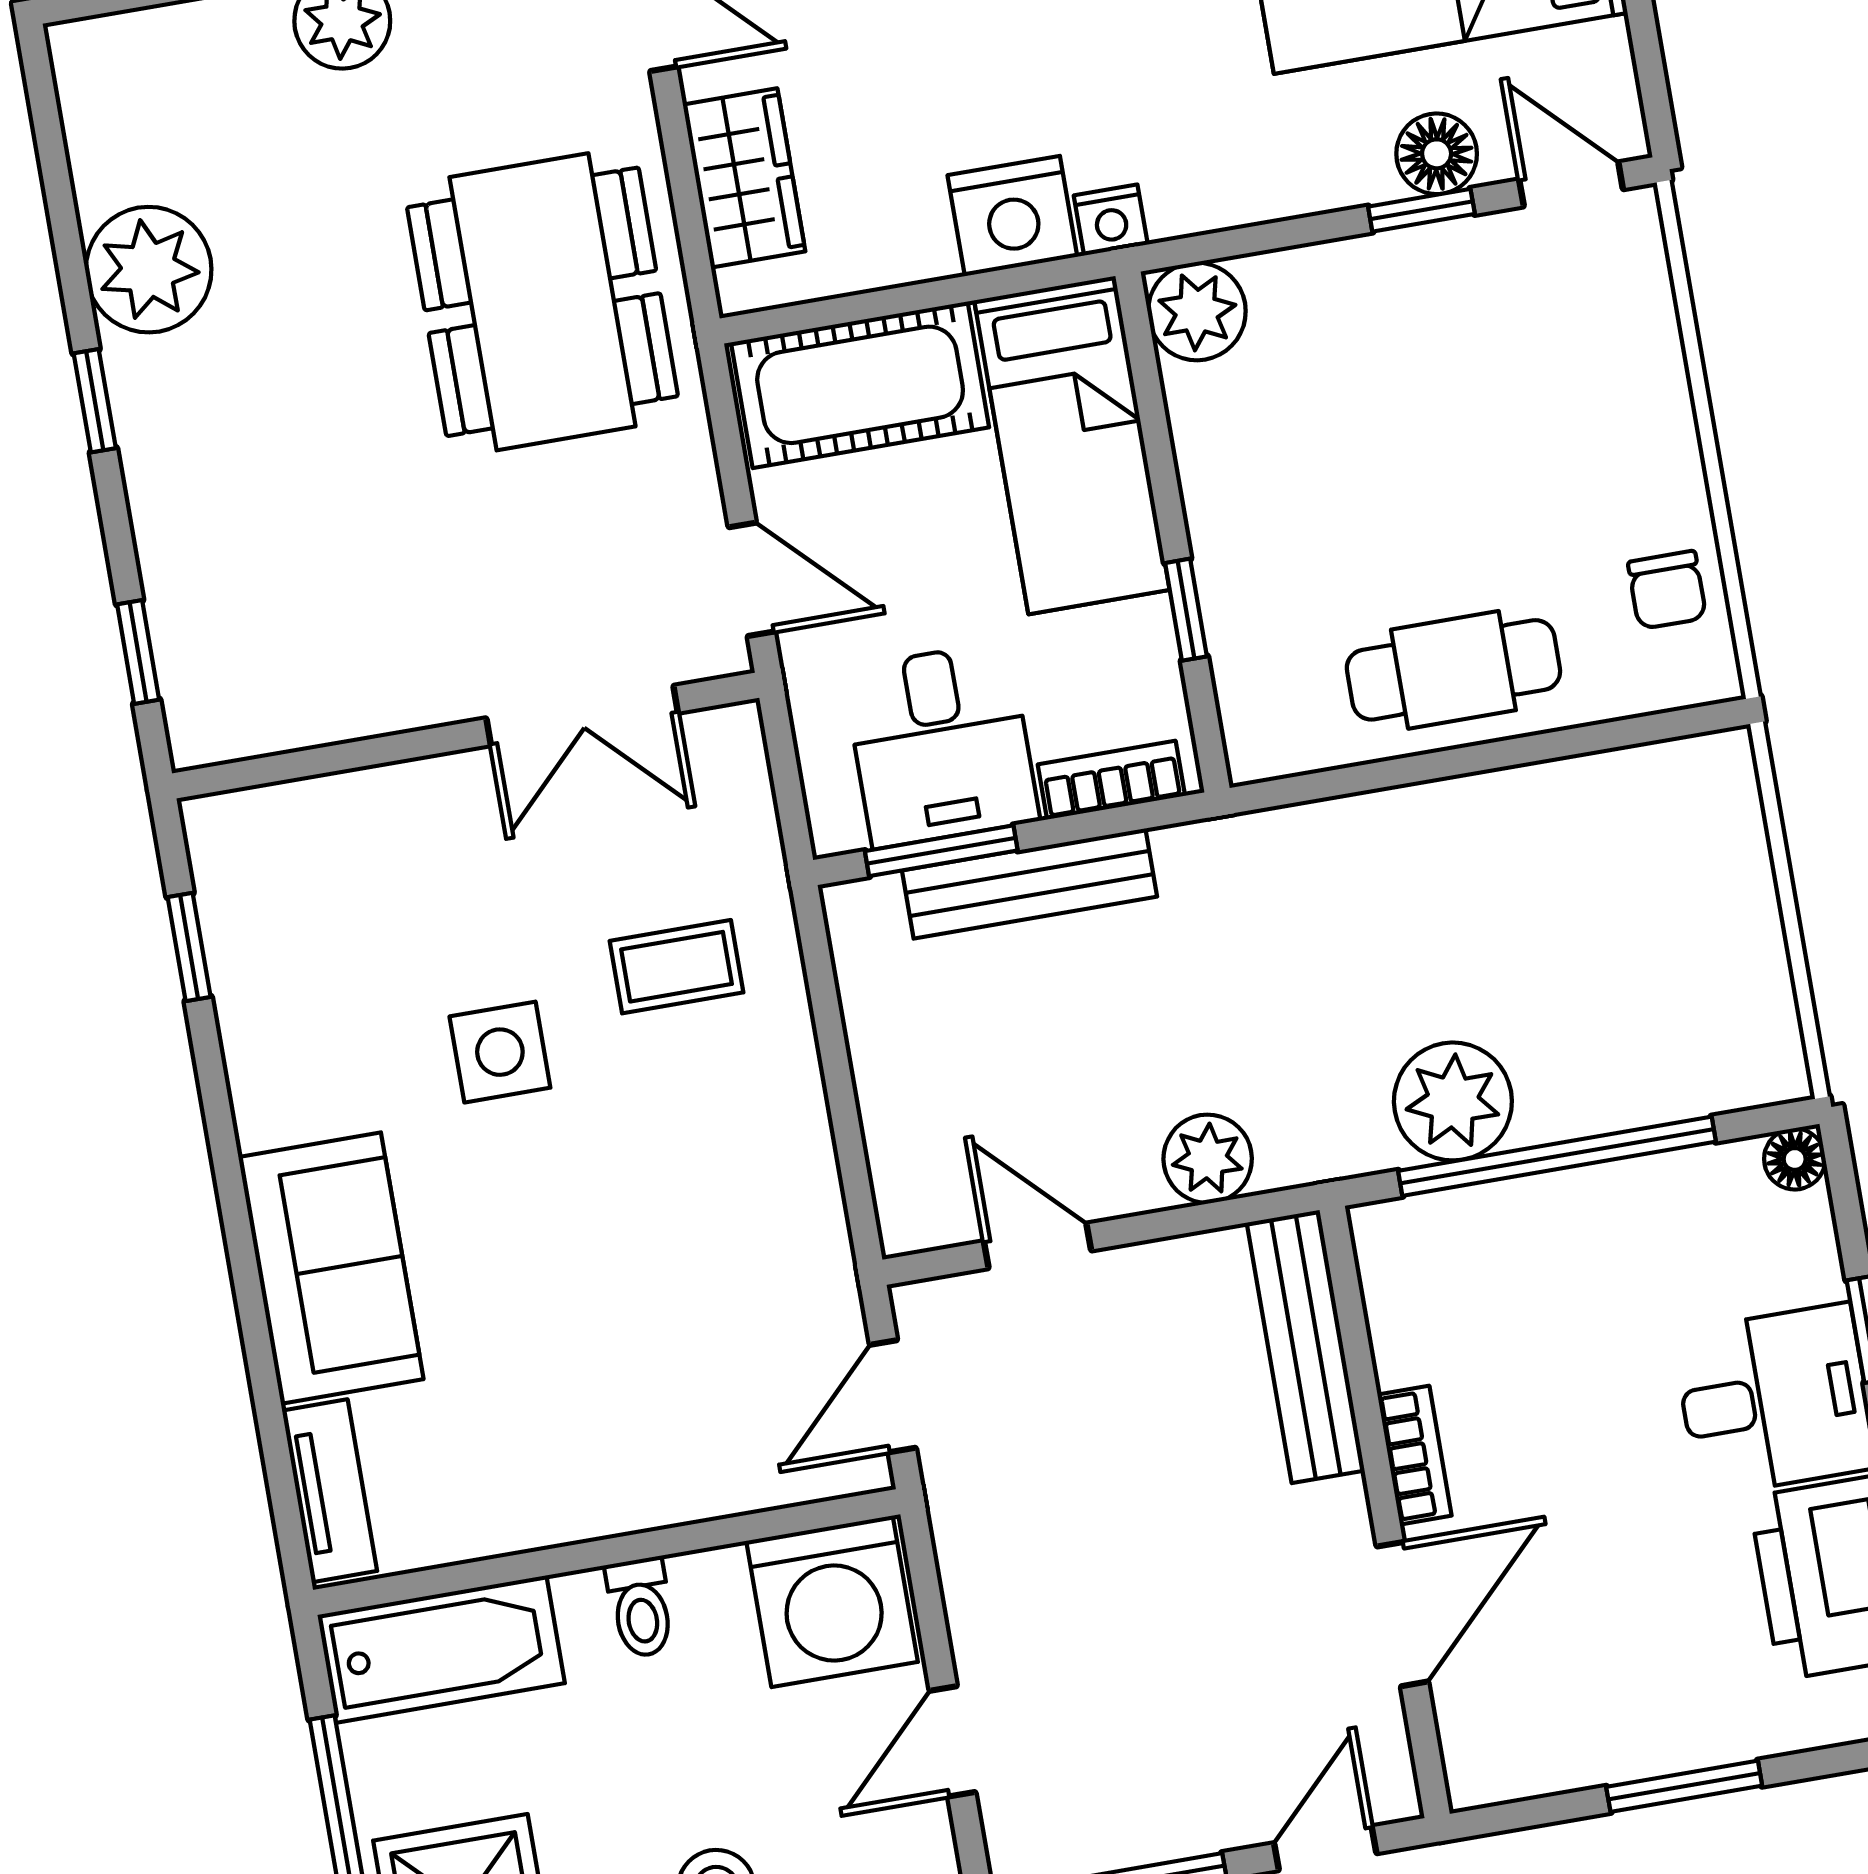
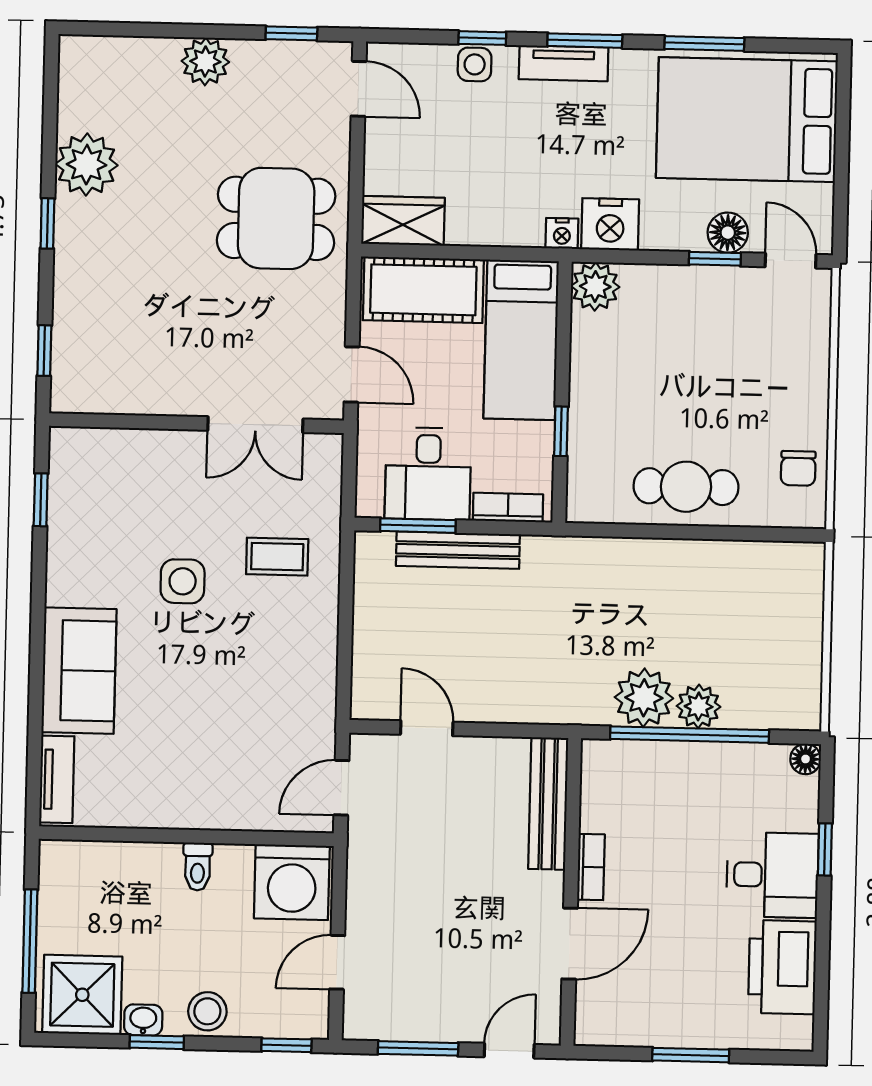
wardrobe: (744, 178) -> (403, 221), moved, turned -90
nightstand: (1012, 216) -> (610, 224), moved
dining table: (542, 302) -> (276, 218), width x0.73
plant: (1208, 1159) -> (699, 706), moved
bathtub: (441, 1649) -> (96, 868), removed

